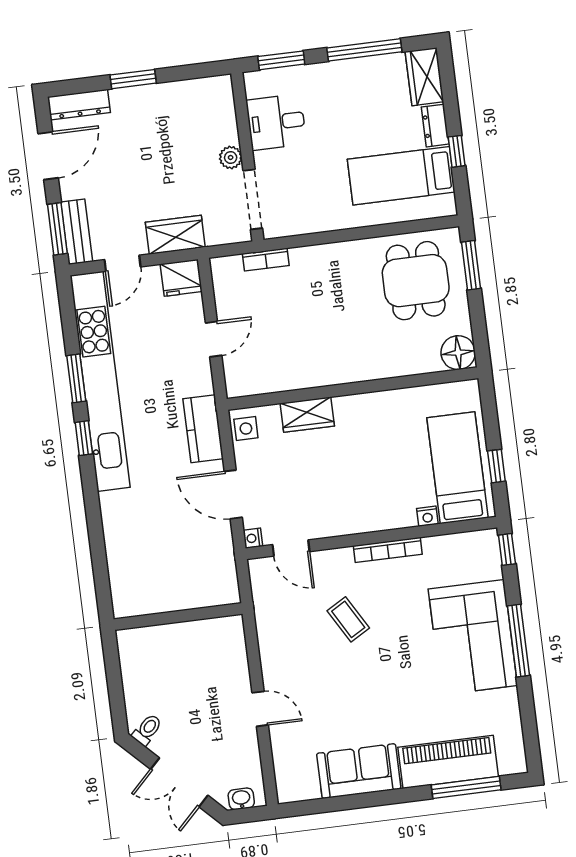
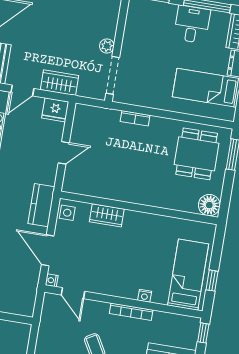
desk: (276, 122) -> (192, 24), moved, turned 90
bookcase: (266, 260) -> (135, 118), moved
nightstand: (427, 516) -> (145, 296), moved

